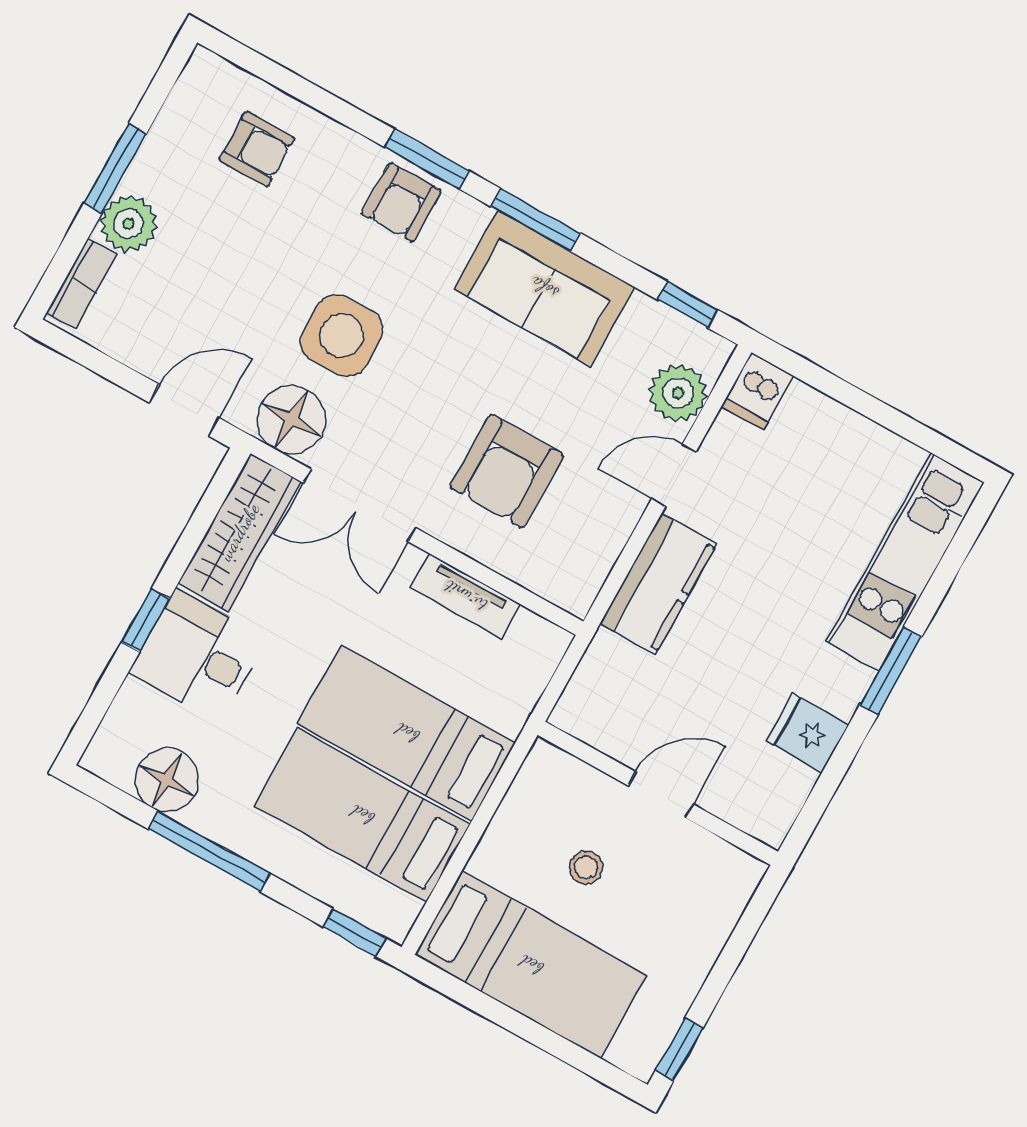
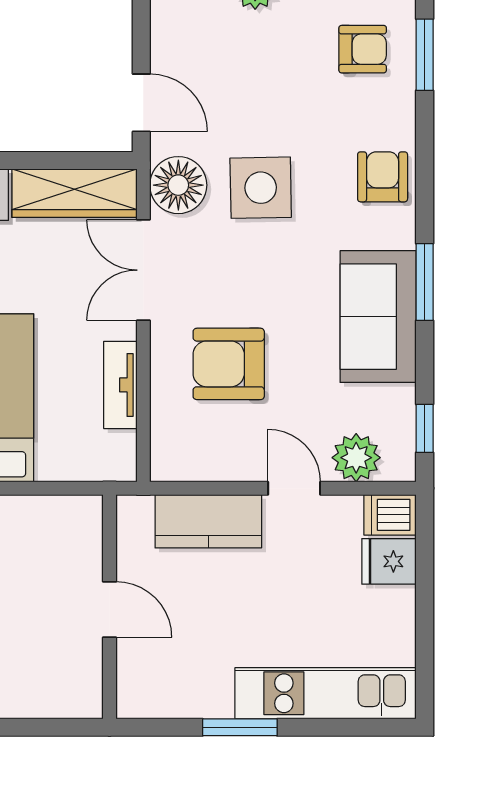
armchair: (257, 149) -> (363, 49), turned -90
window: (427, 159) -> (425, 55), moved
armchair: (401, 202) -> (383, 177), turned 90
fridge: (808, 733) -> (389, 561), moved, turned -90
wall: (658, 793) -> (110, 607), moved
door: (661, 795) -> (110, 610), moved

